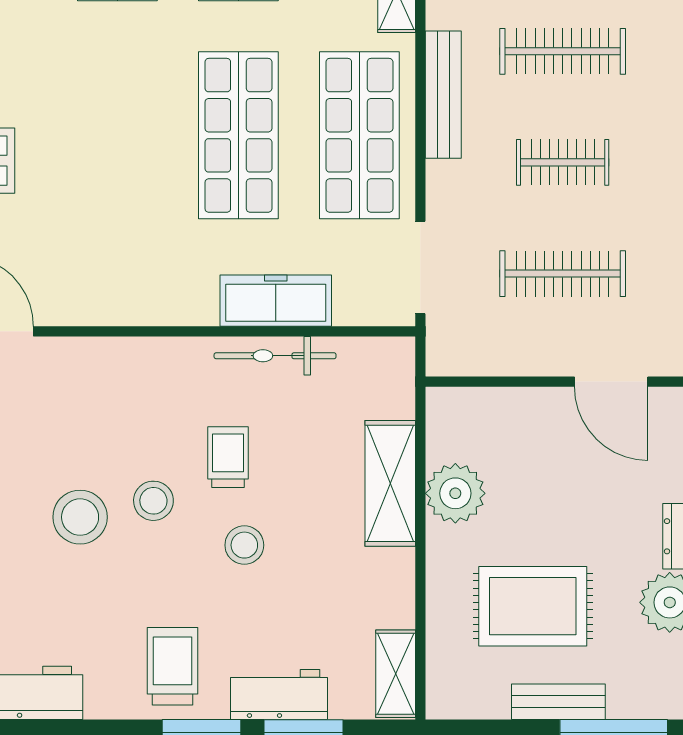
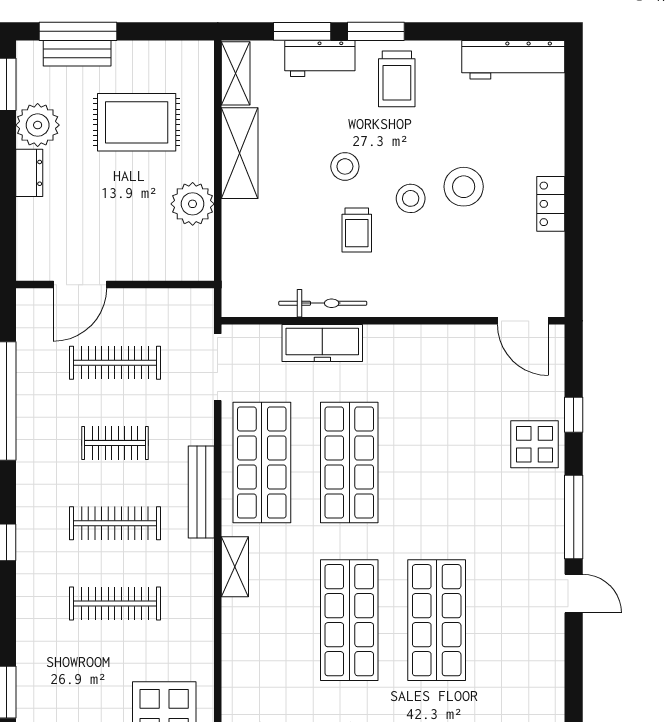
door: (611, 382) -> (80, 285), swing flipped
shelving: (390, 483) -> (240, 153), moved
bench: (558, 702) -> (77, 53), moved

